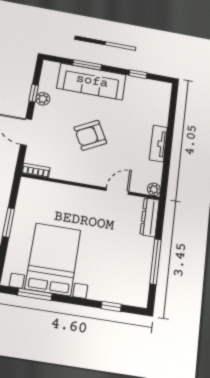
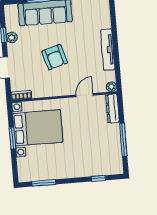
armchair: (90, 135) -> (55, 57), turned -78
tv unit: (158, 144) -> (108, 50), width x1.41
bed with nightstands: (53, 259) -> (38, 128), moved, turned 90

